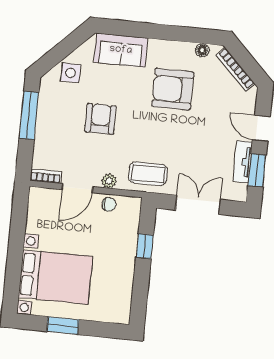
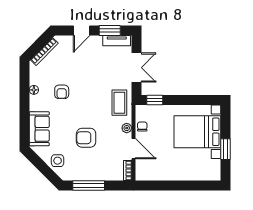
floor lamp: (202, 50) -> (34, 90), moved
armchair: (173, 89) -> (62, 92), width x0.53, depth x0.53
tv unit: (243, 162) -> (117, 41), moved
double door: (198, 205) -> (137, 68), swing flipped
window: (145, 246) -> (155, 100), moved
bed with nightstands: (55, 277) -> (197, 132), moved, turned -90

